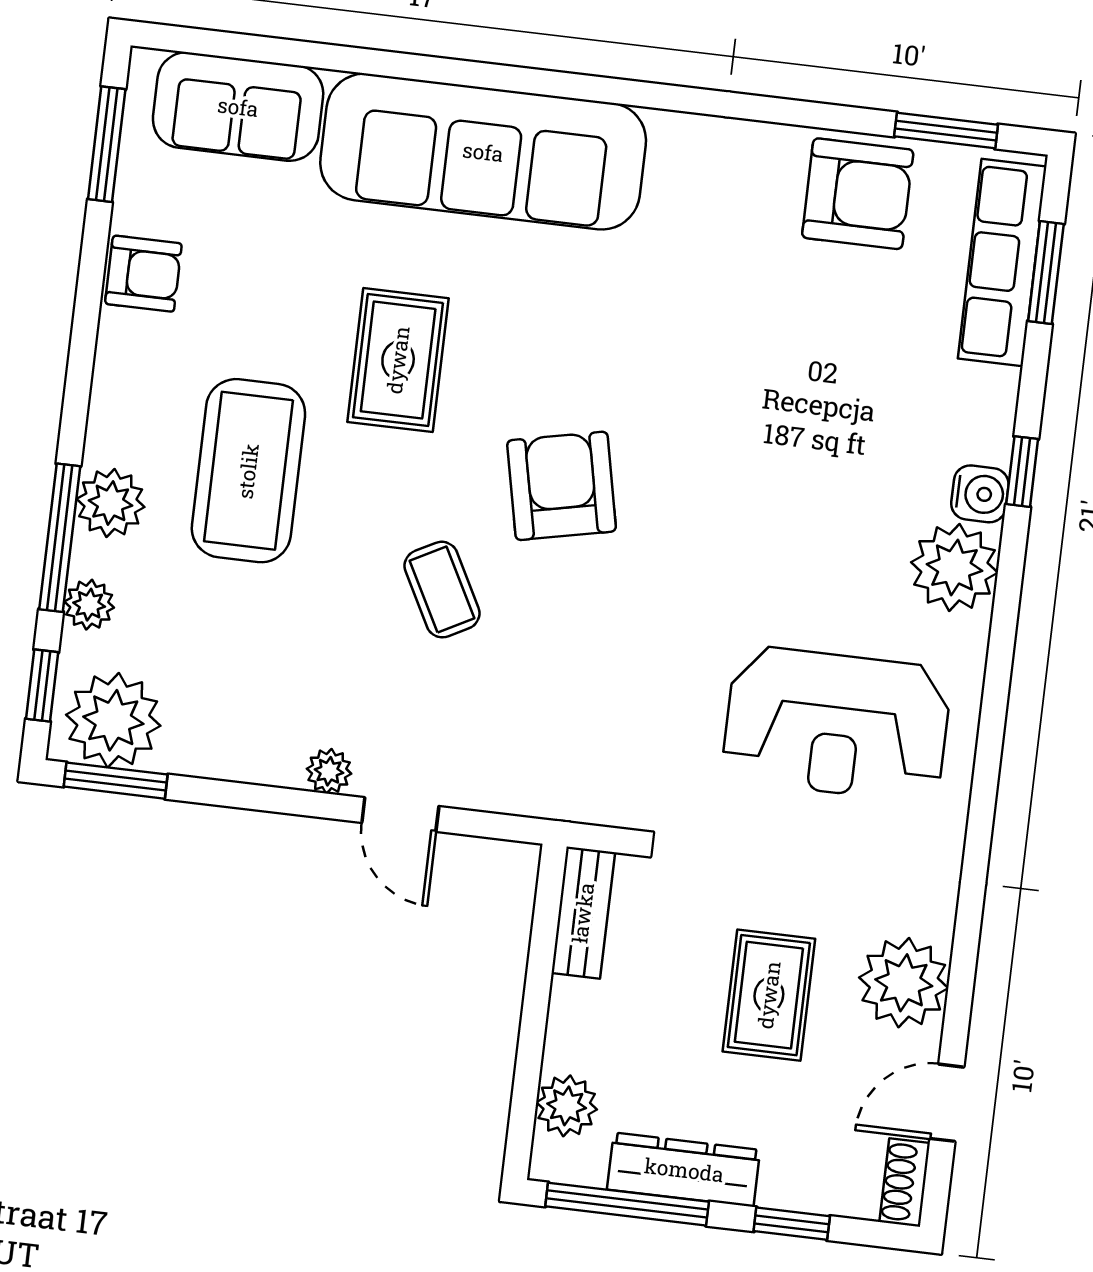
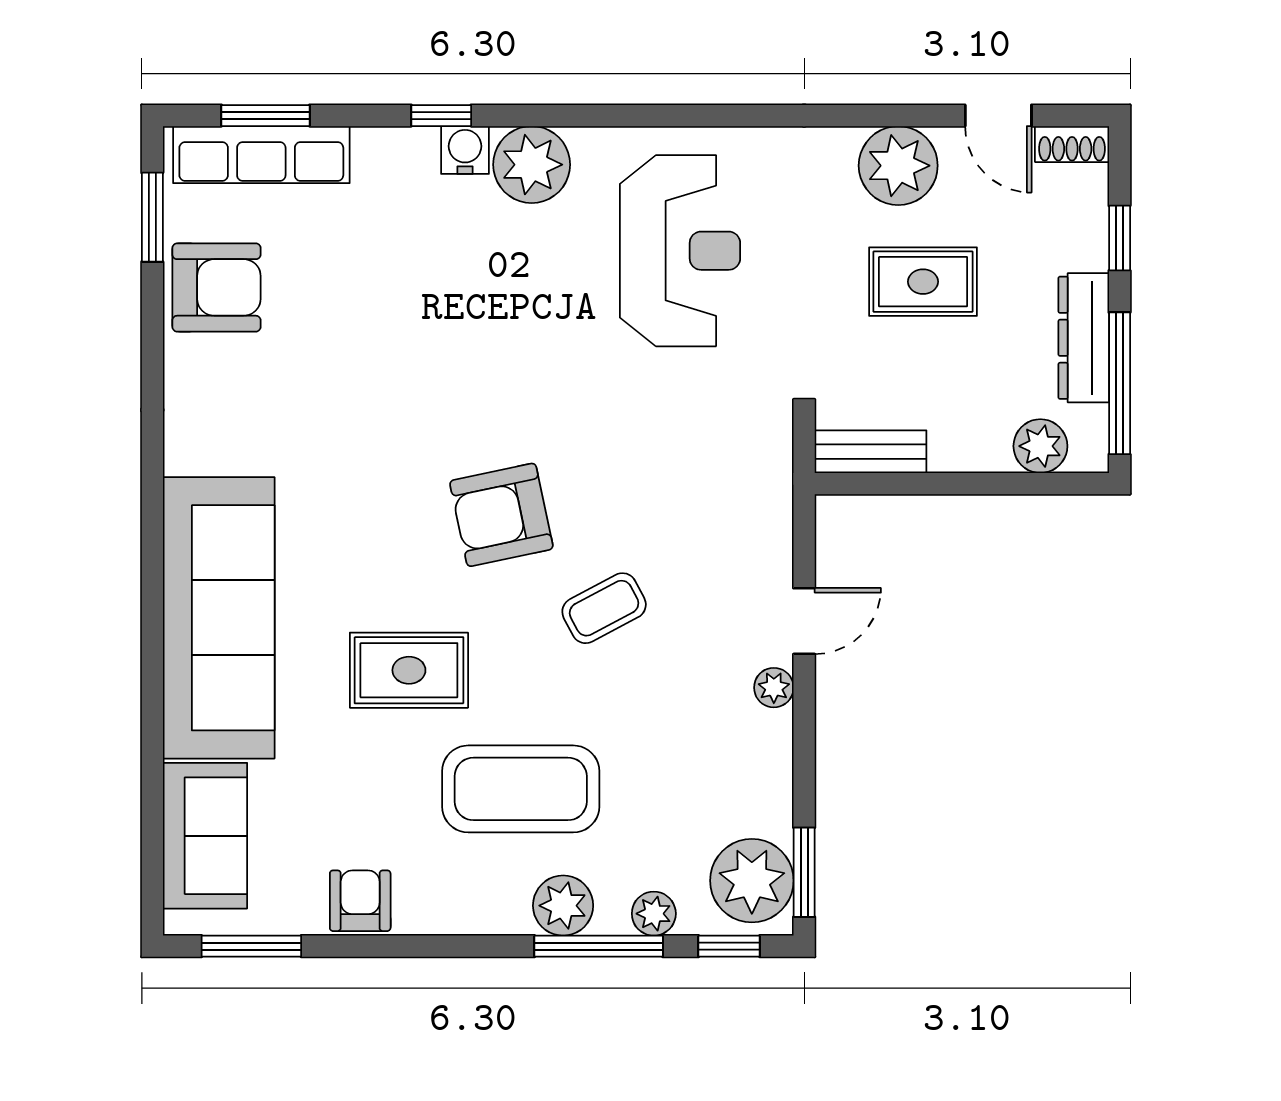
armchair: (858, 194) -> (216, 287), turned 90

